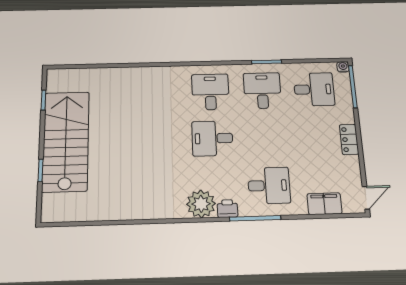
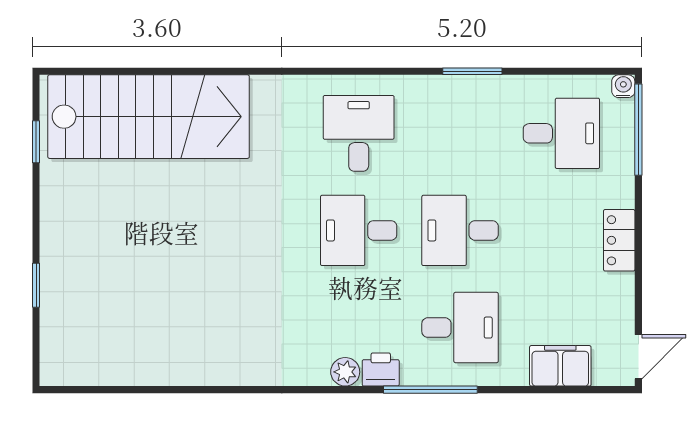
desk: (262, 91) -> (460, 230), moved, turned -90
stairs: (66, 141) -> (149, 117), moved, turned 90
plant: (201, 204) -> (345, 372), width x0.53, depth x0.53

